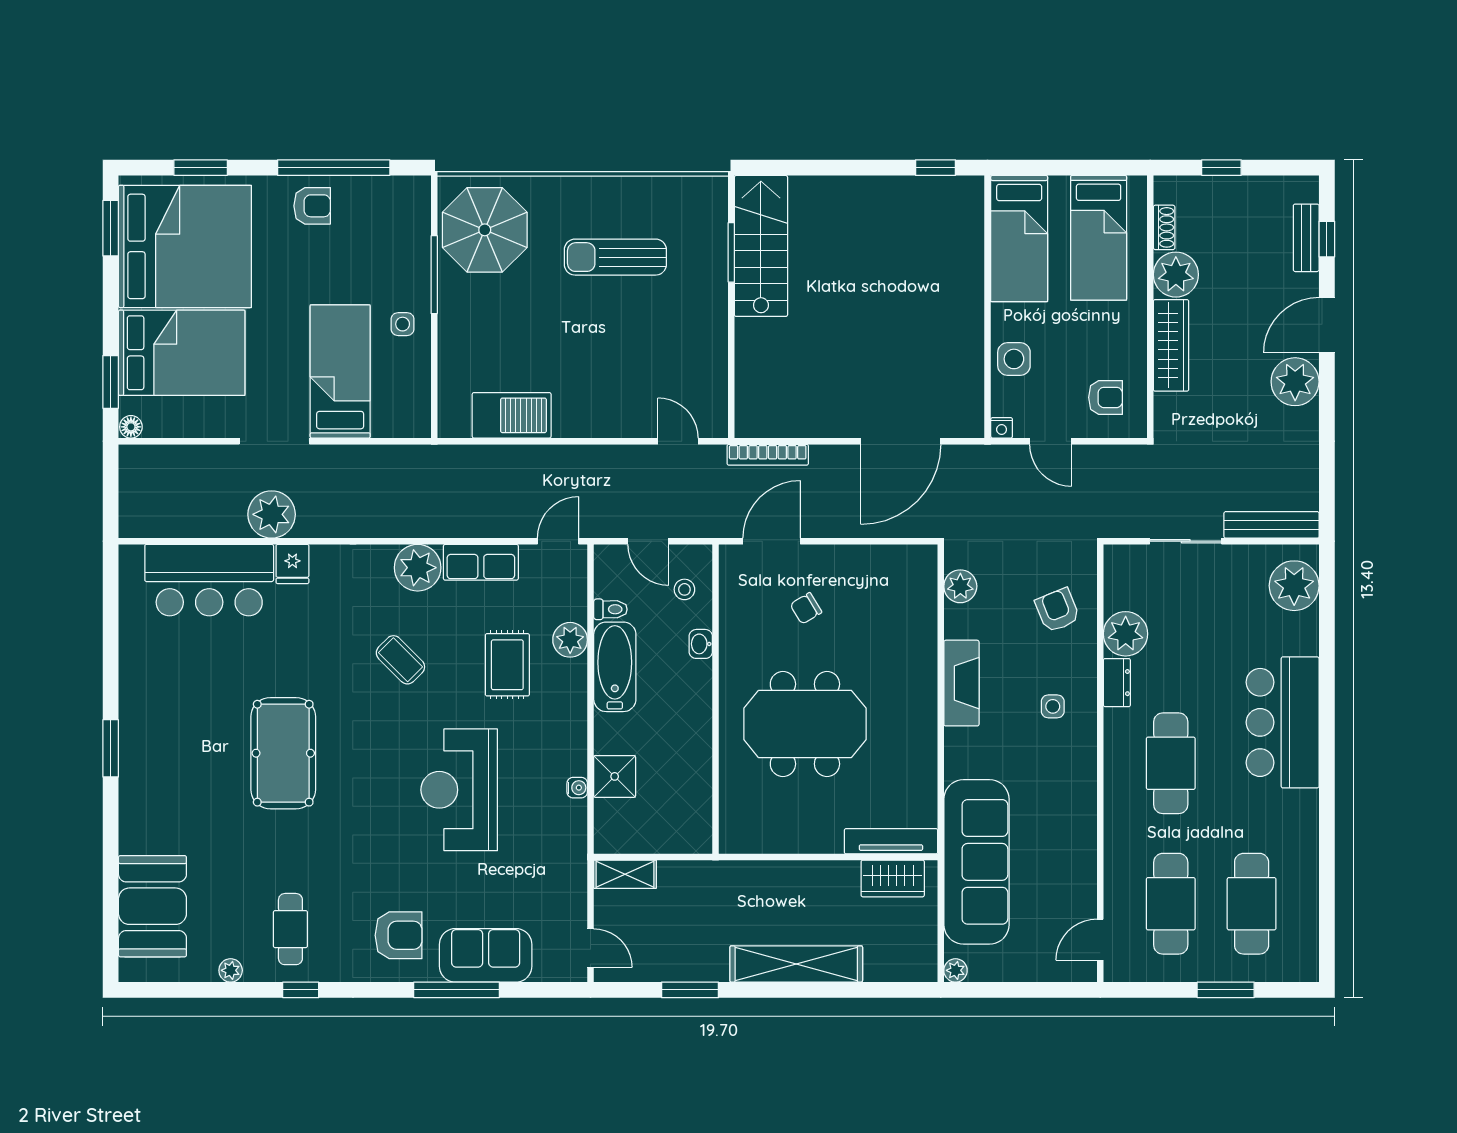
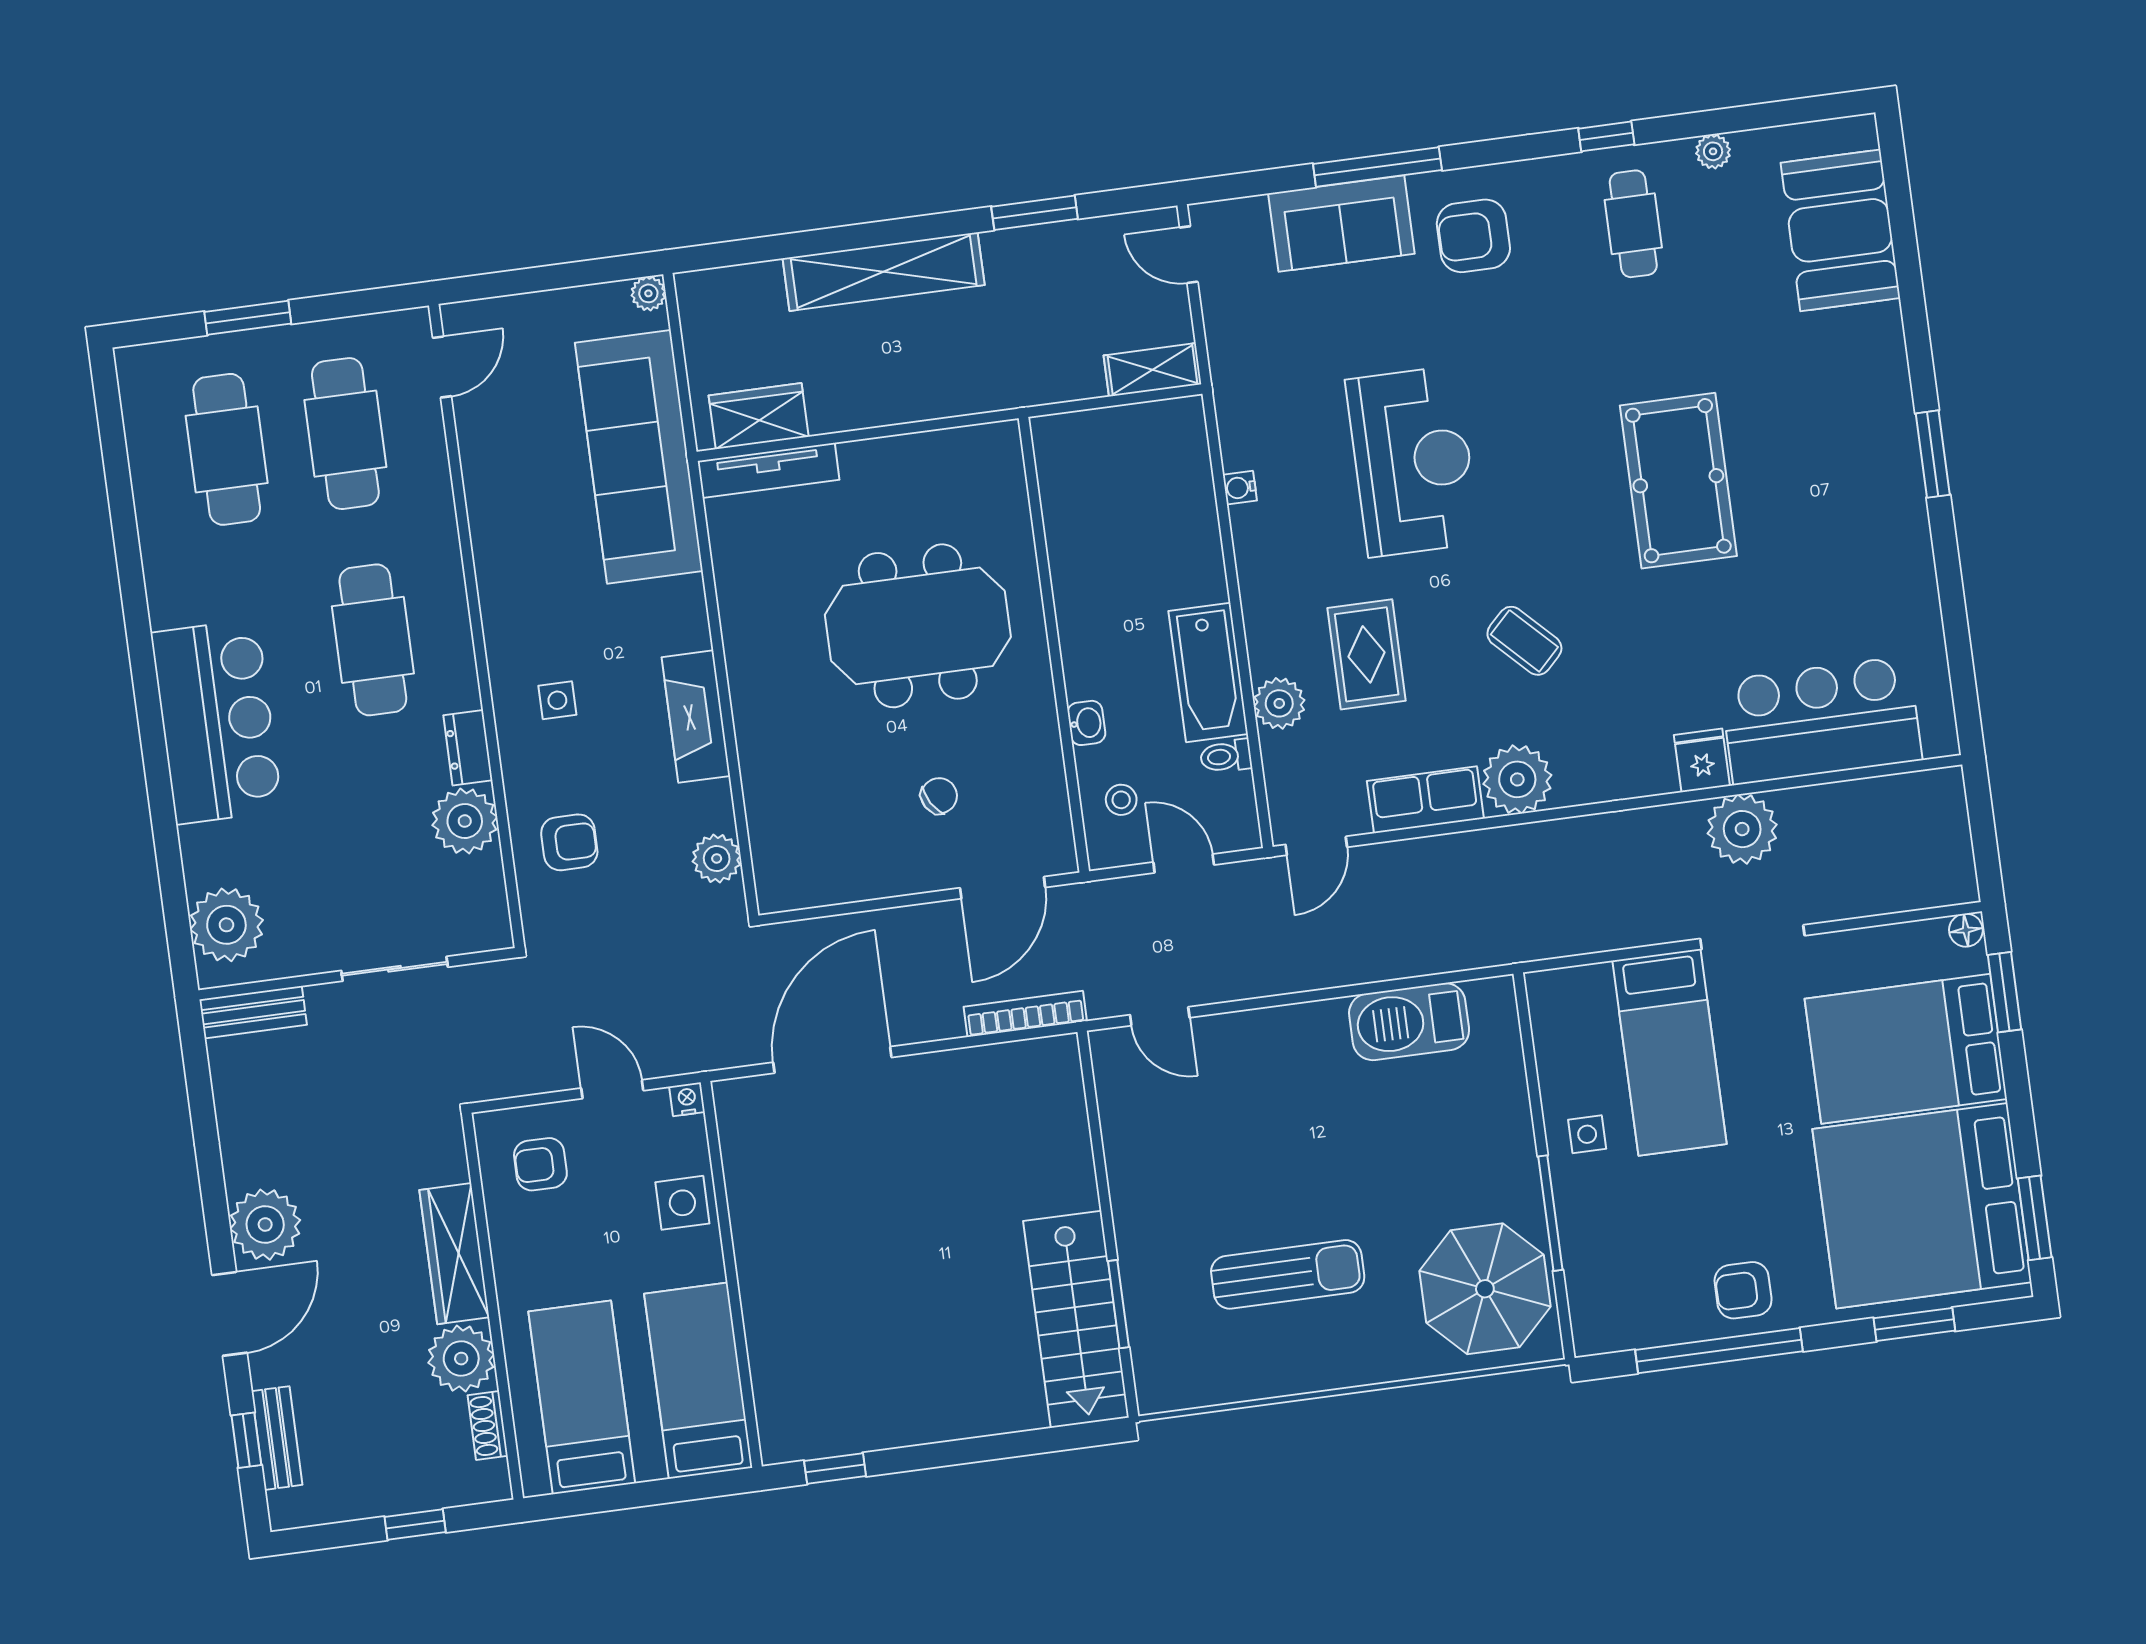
bench: (1271, 525) -> (253, 1012), width x0.73
armchair: (1057, 610) -> (569, 842), turned -68
shower: (615, 776) -> (1187, 511), removed

